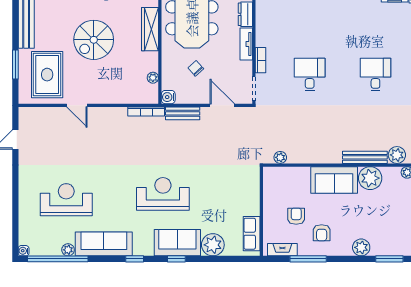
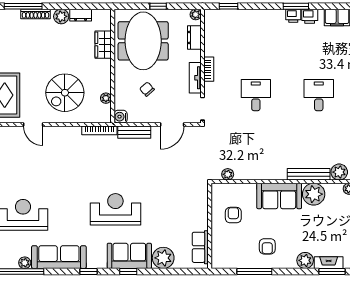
wardrobe: (150, 29) -> (103, 45), width x0.67
spiral stairs: (94, 40) -> (65, 93), moved
tv unit: (246, 44) -> (195, 78), moved
bookcase: (261, 60) -> (209, 69), moved
door: (222, 105) -> (172, 125), swing flipped
armchair: (296, 216) -> (233, 215), moved
fireplace: (282, 250) -> (329, 263), moved

